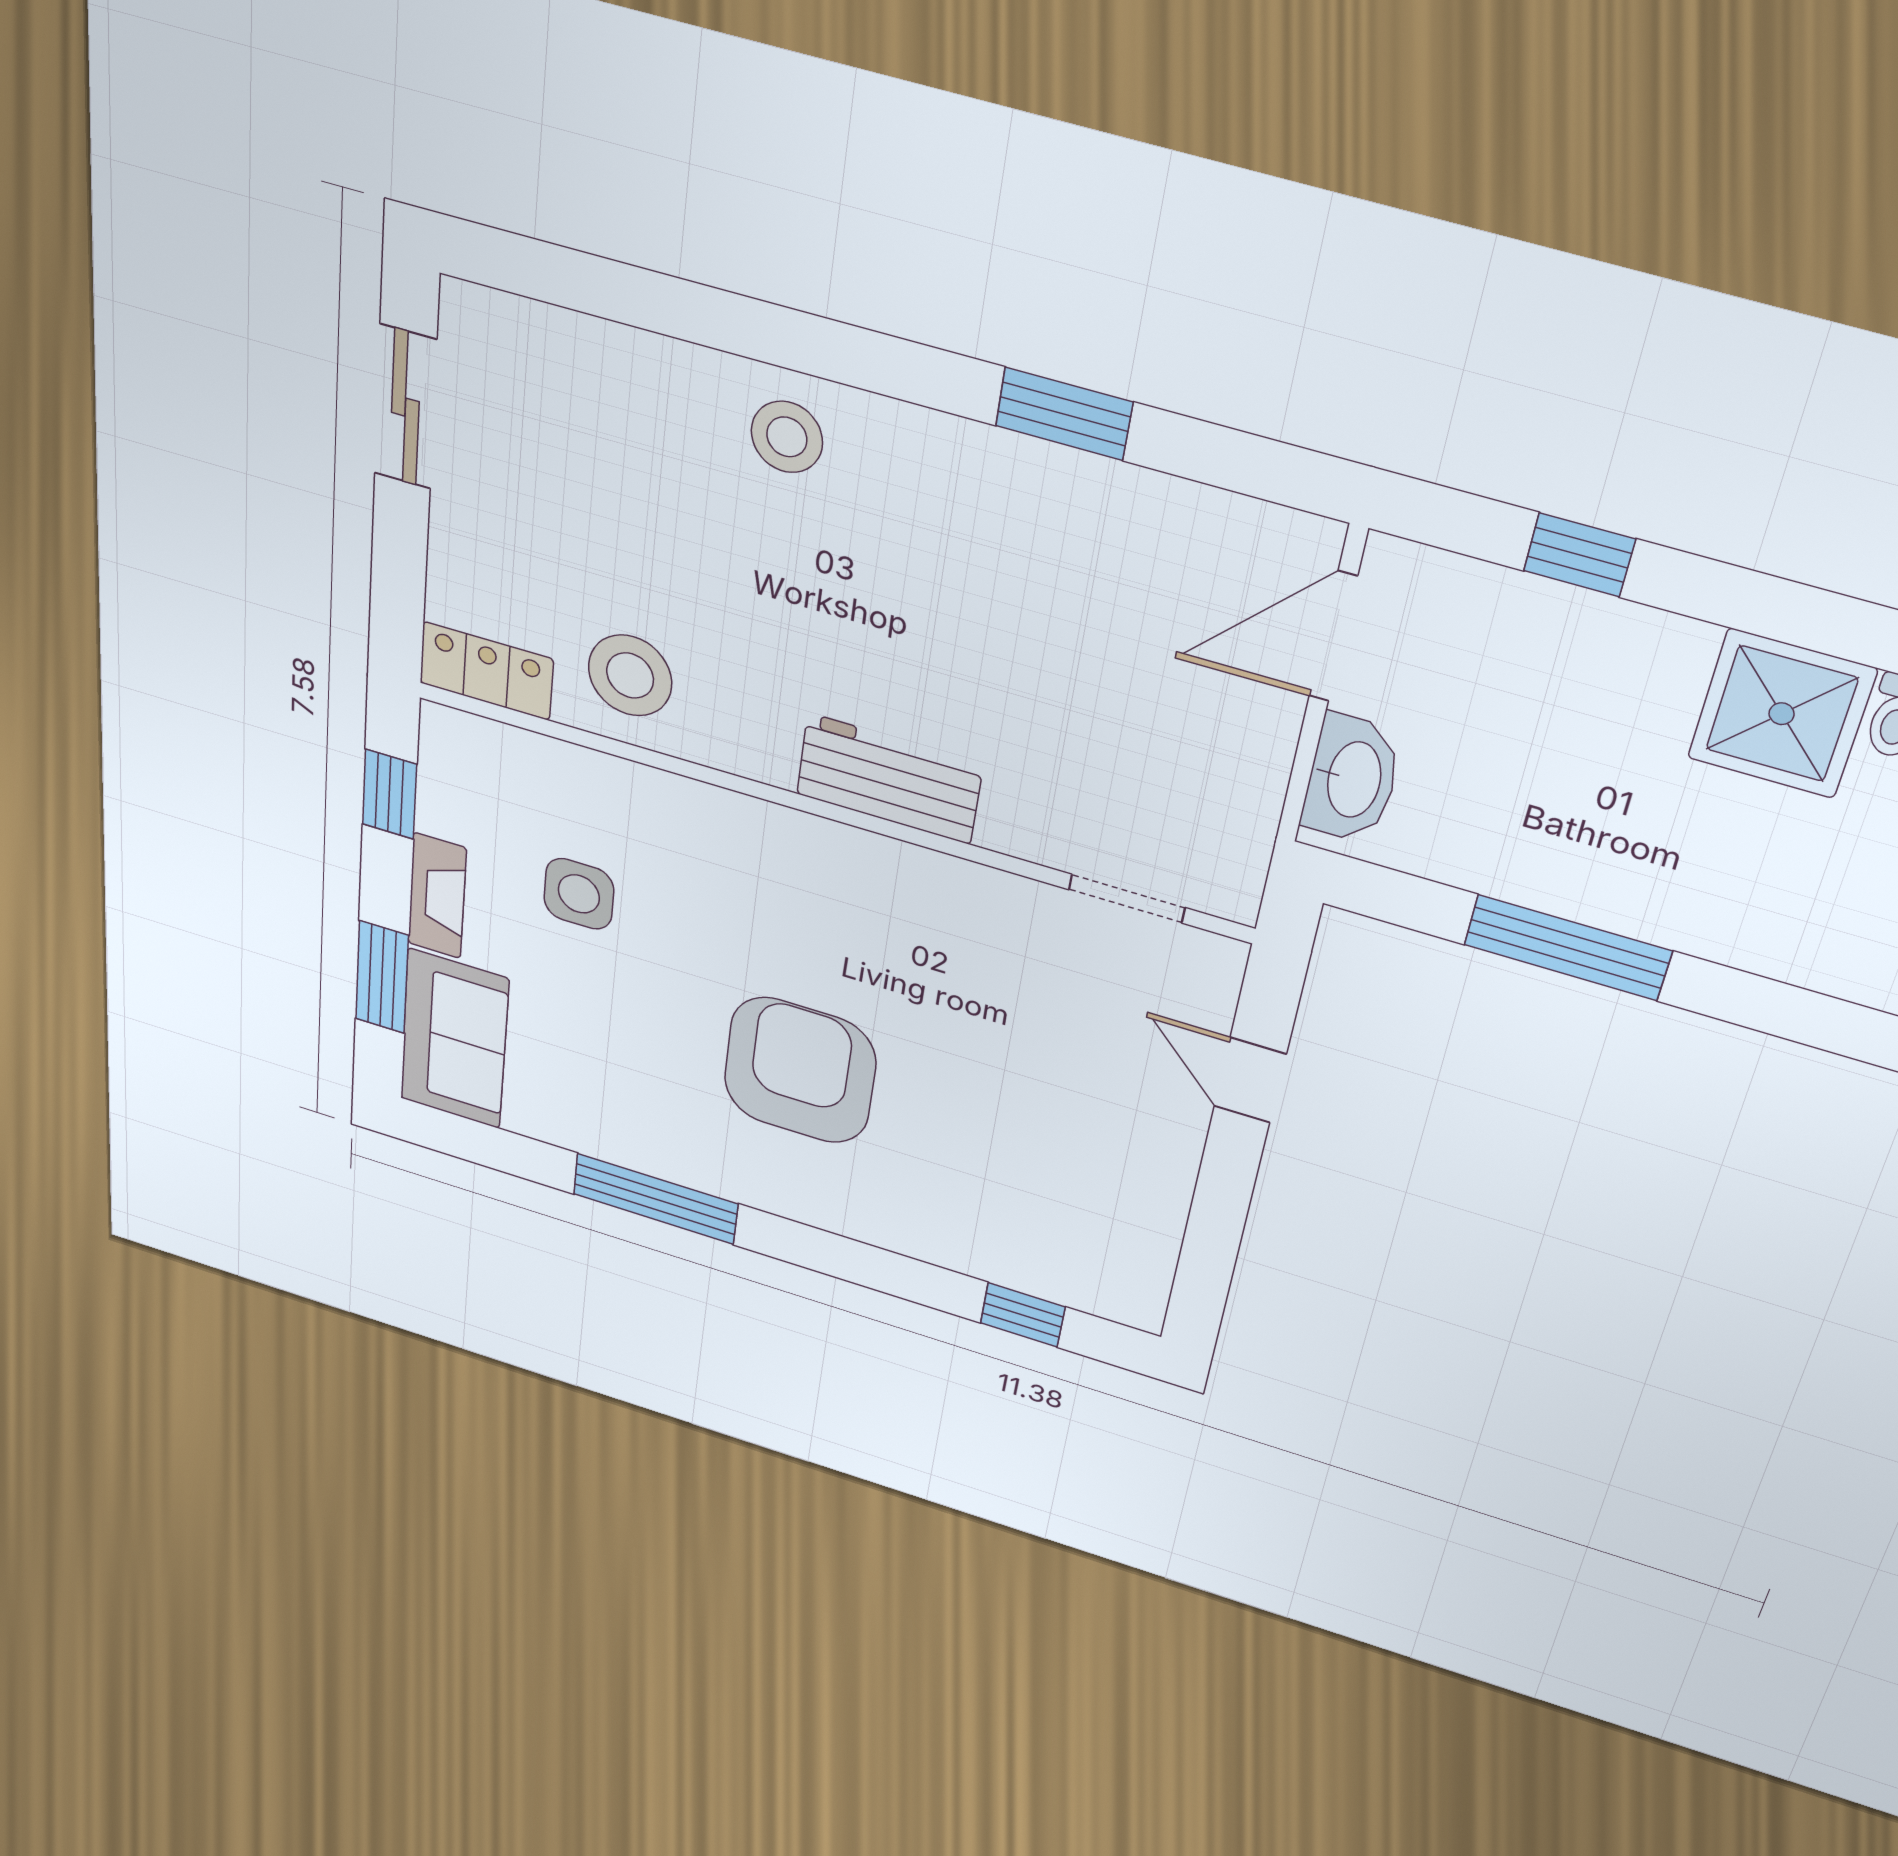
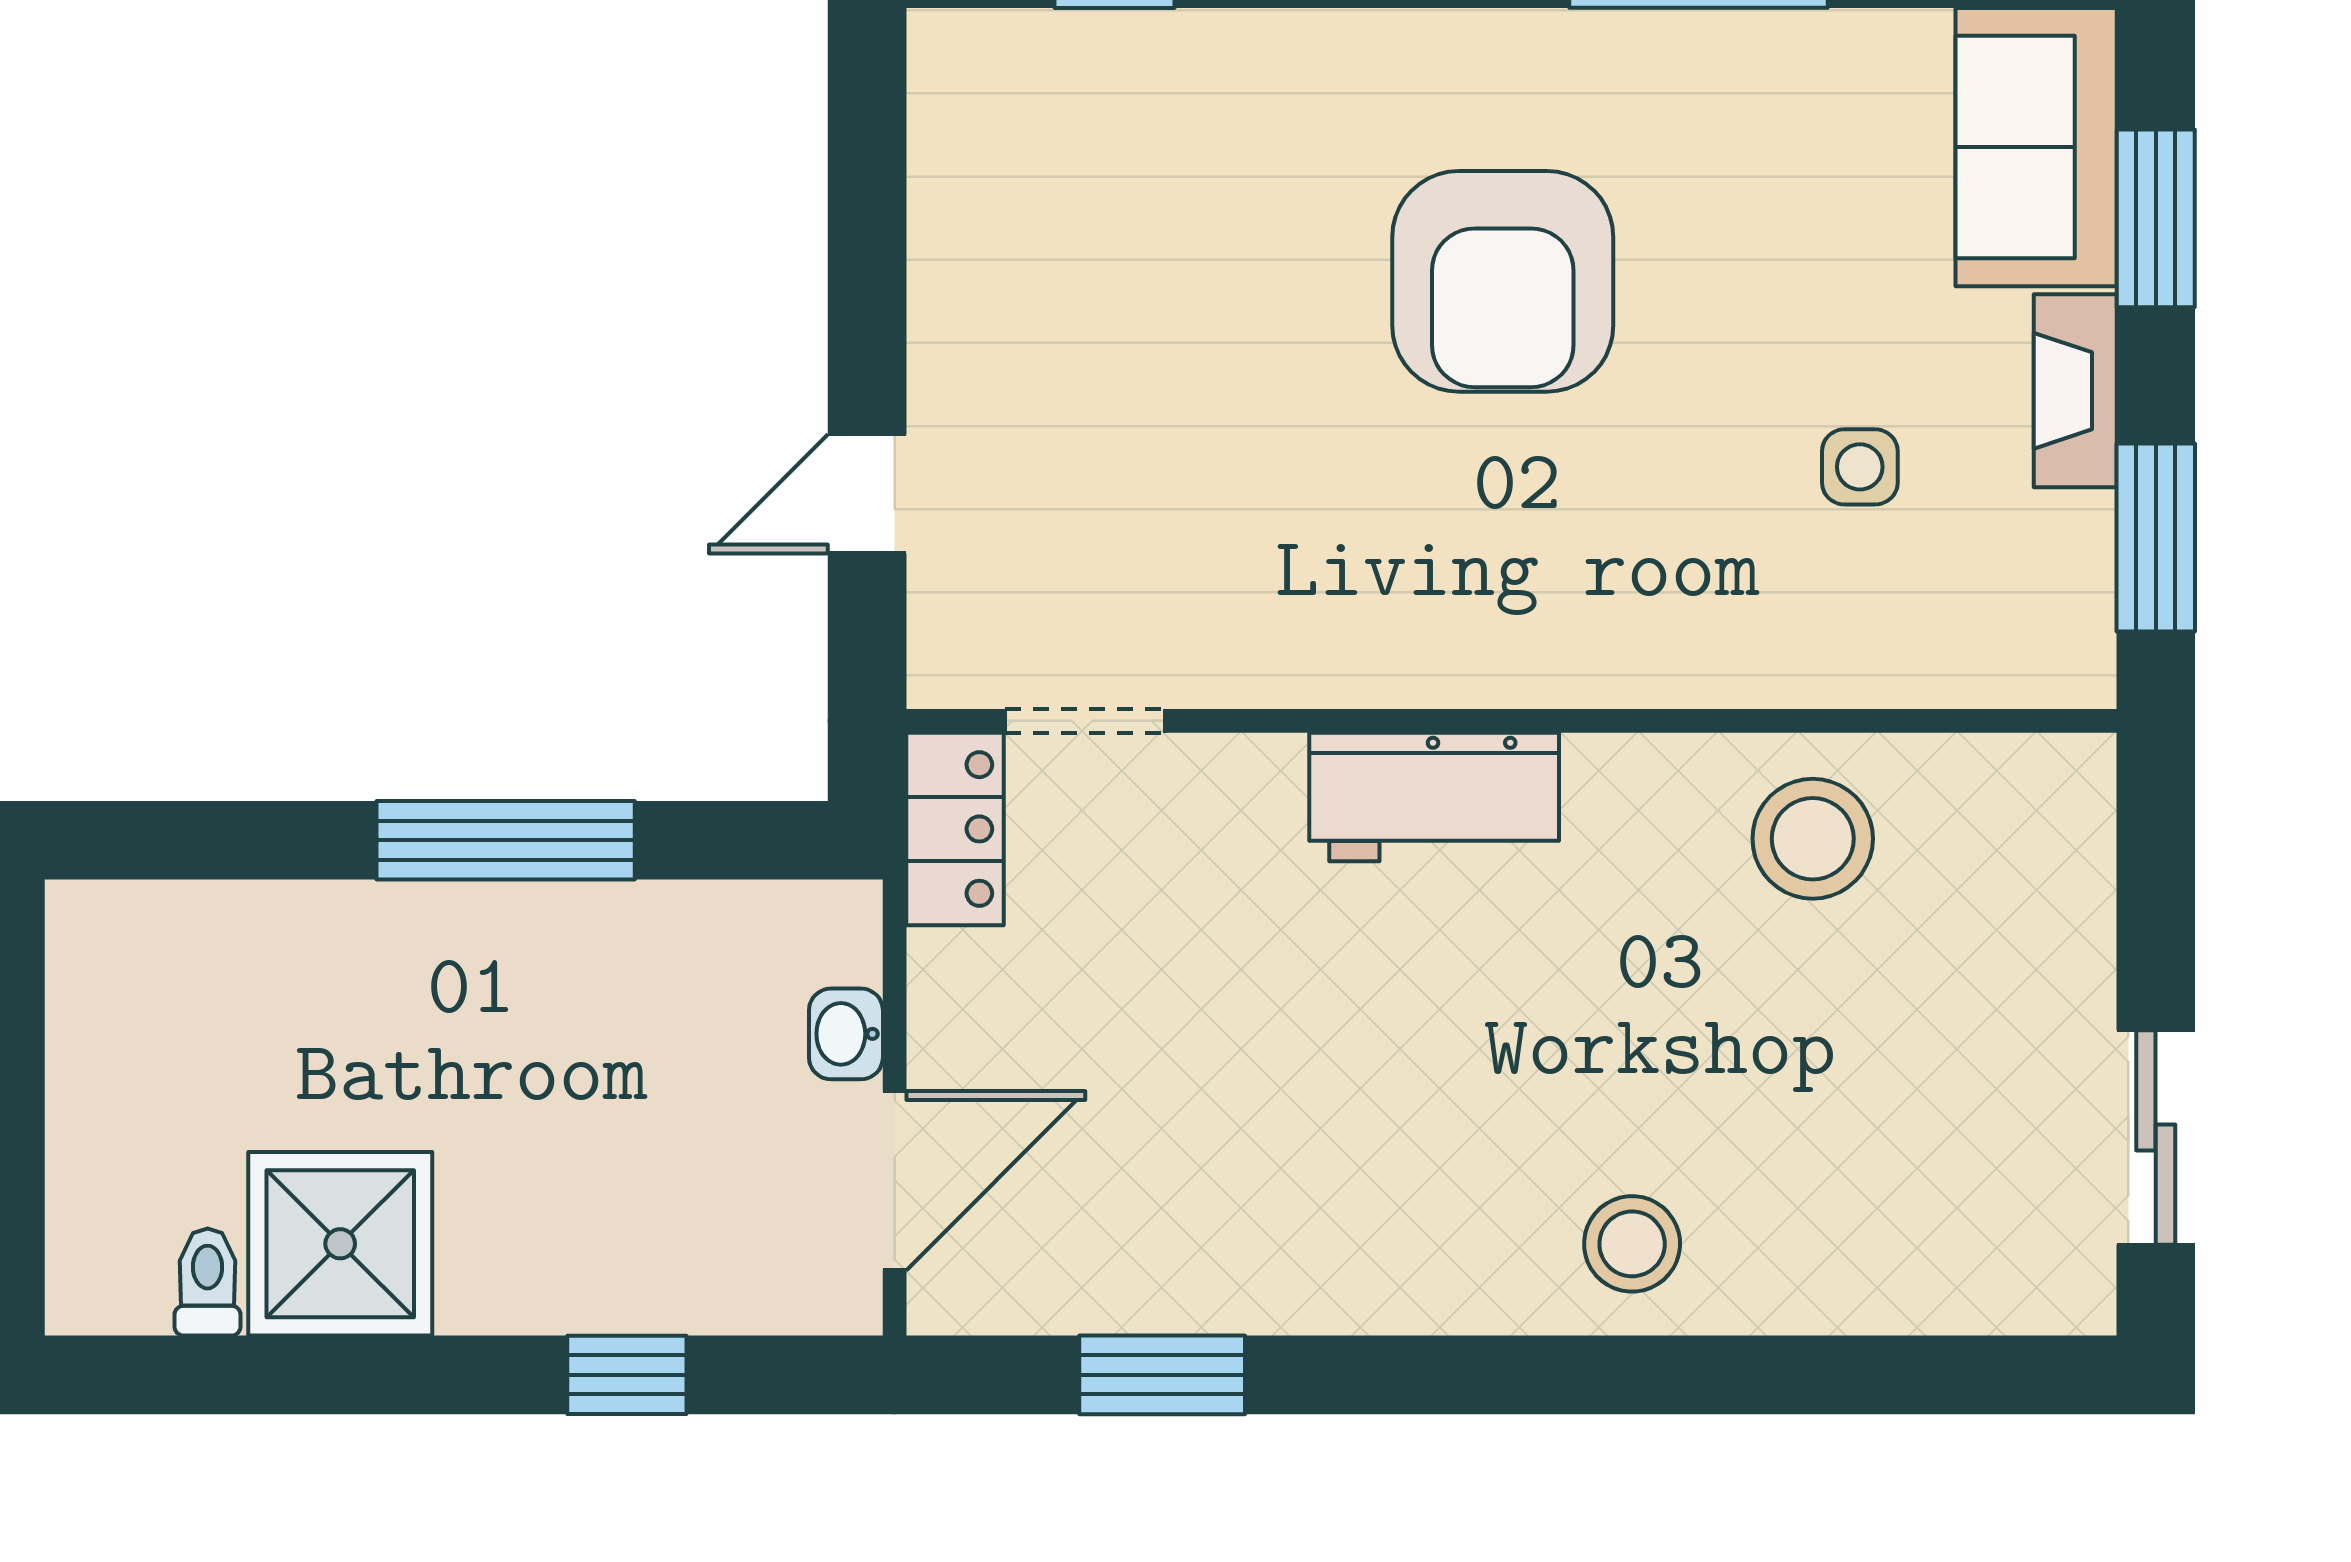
window: (1064, 414) -> (1162, 1375), moved
locker: (486, 671) -> (955, 829), moved, turned -90
washbasin: (1352, 779) -> (846, 1034), width x0.52, depth x0.69
window: (389, 794) -> (2156, 538), width x1.50
side table: (579, 894) -> (1860, 467), width x0.73, depth x0.73
door: (1250, 1080) -> (867, 494), swing flipped

